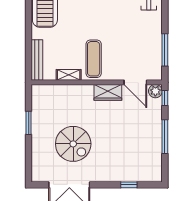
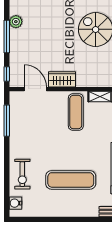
plant: (155, 91) -> (16, 22), moved

